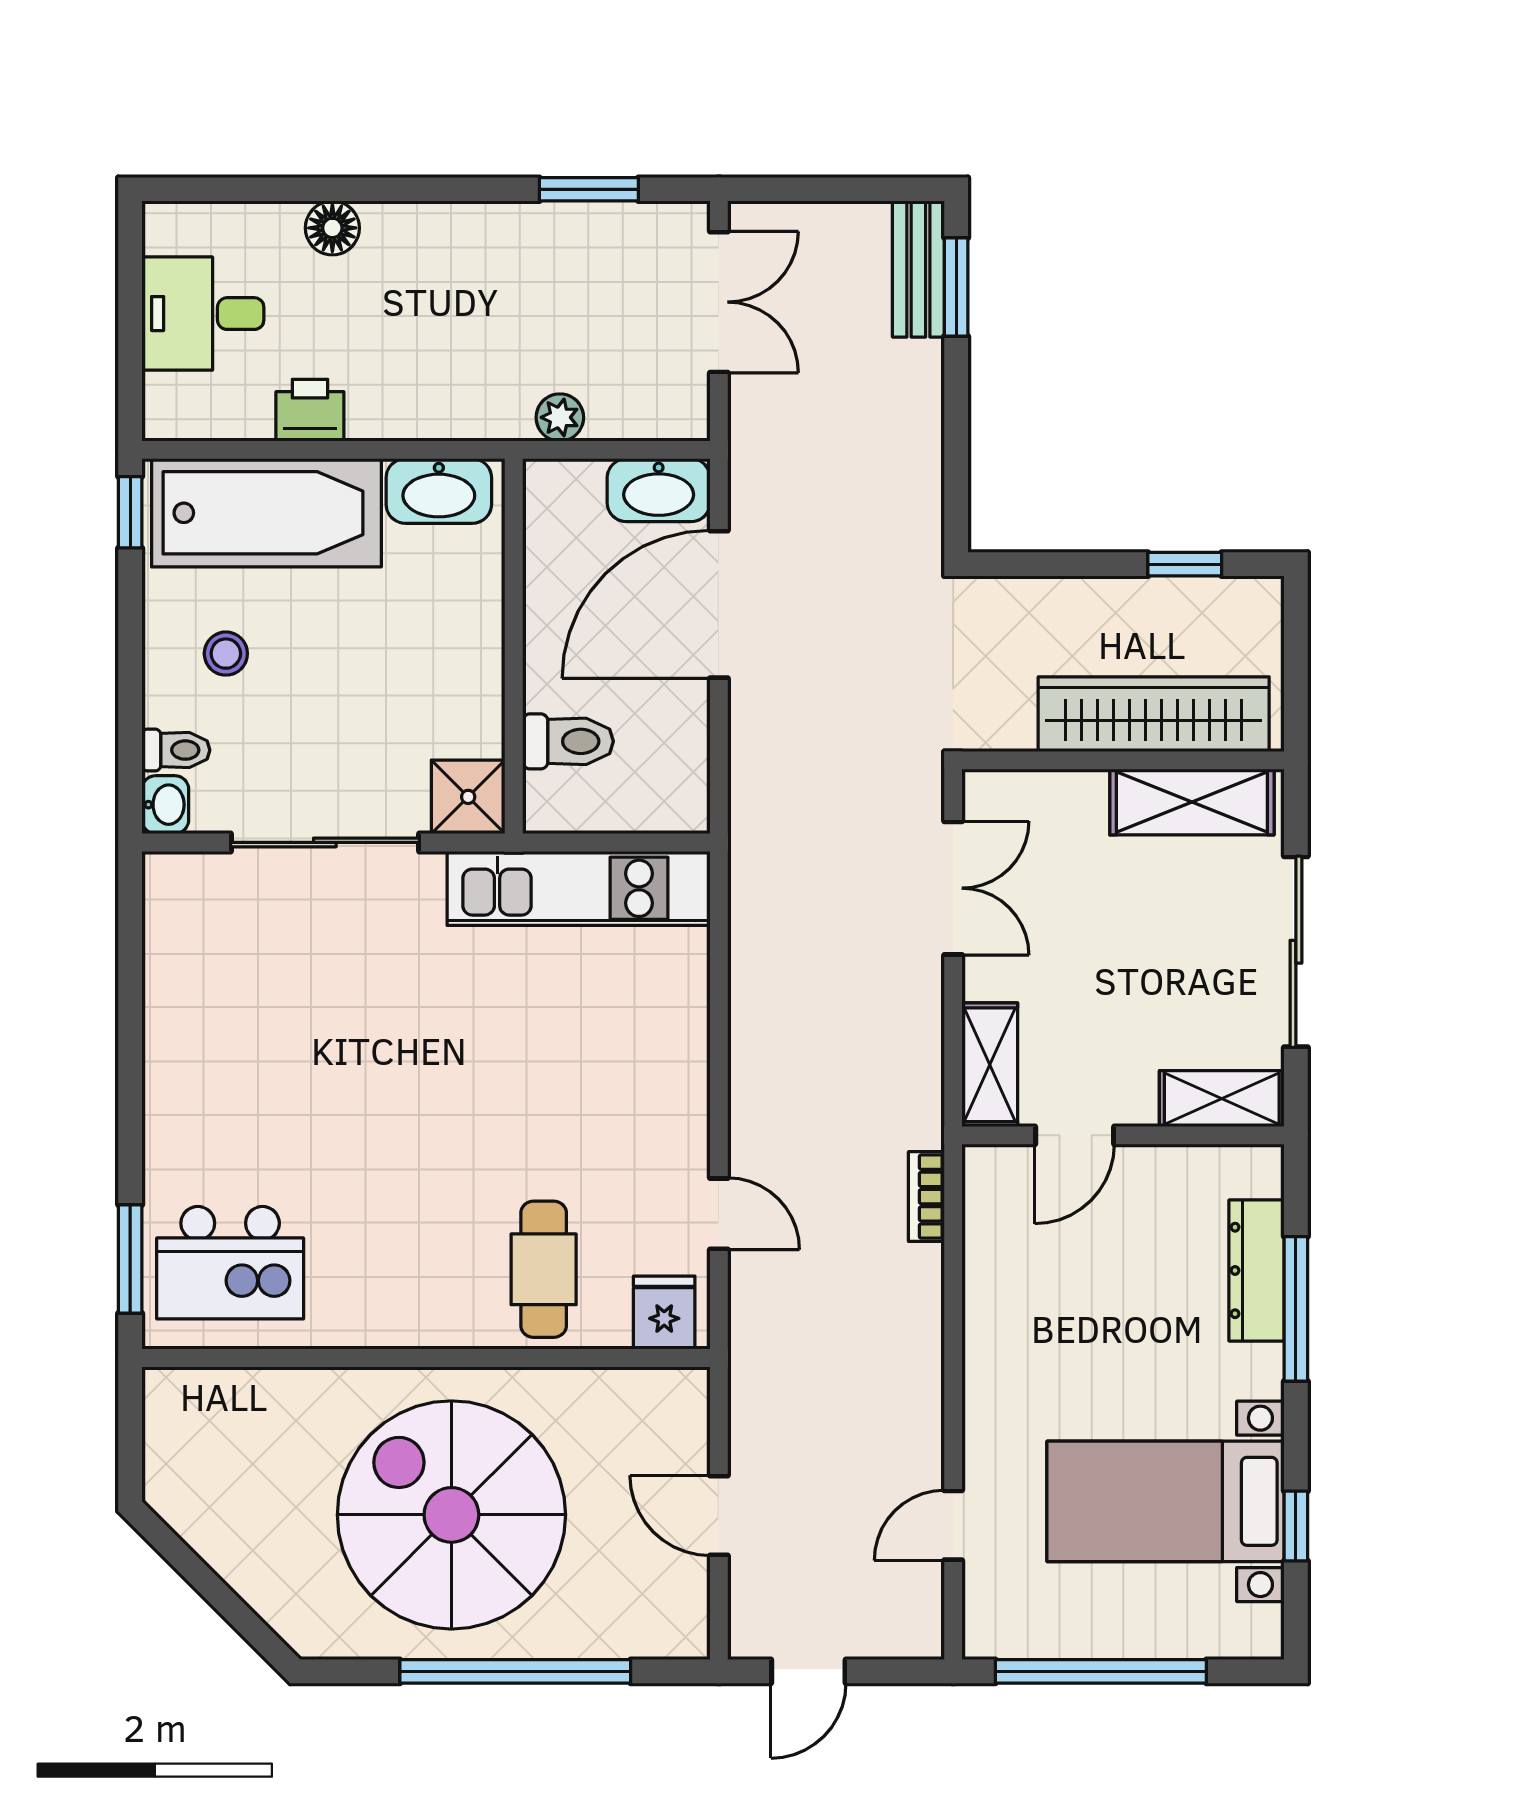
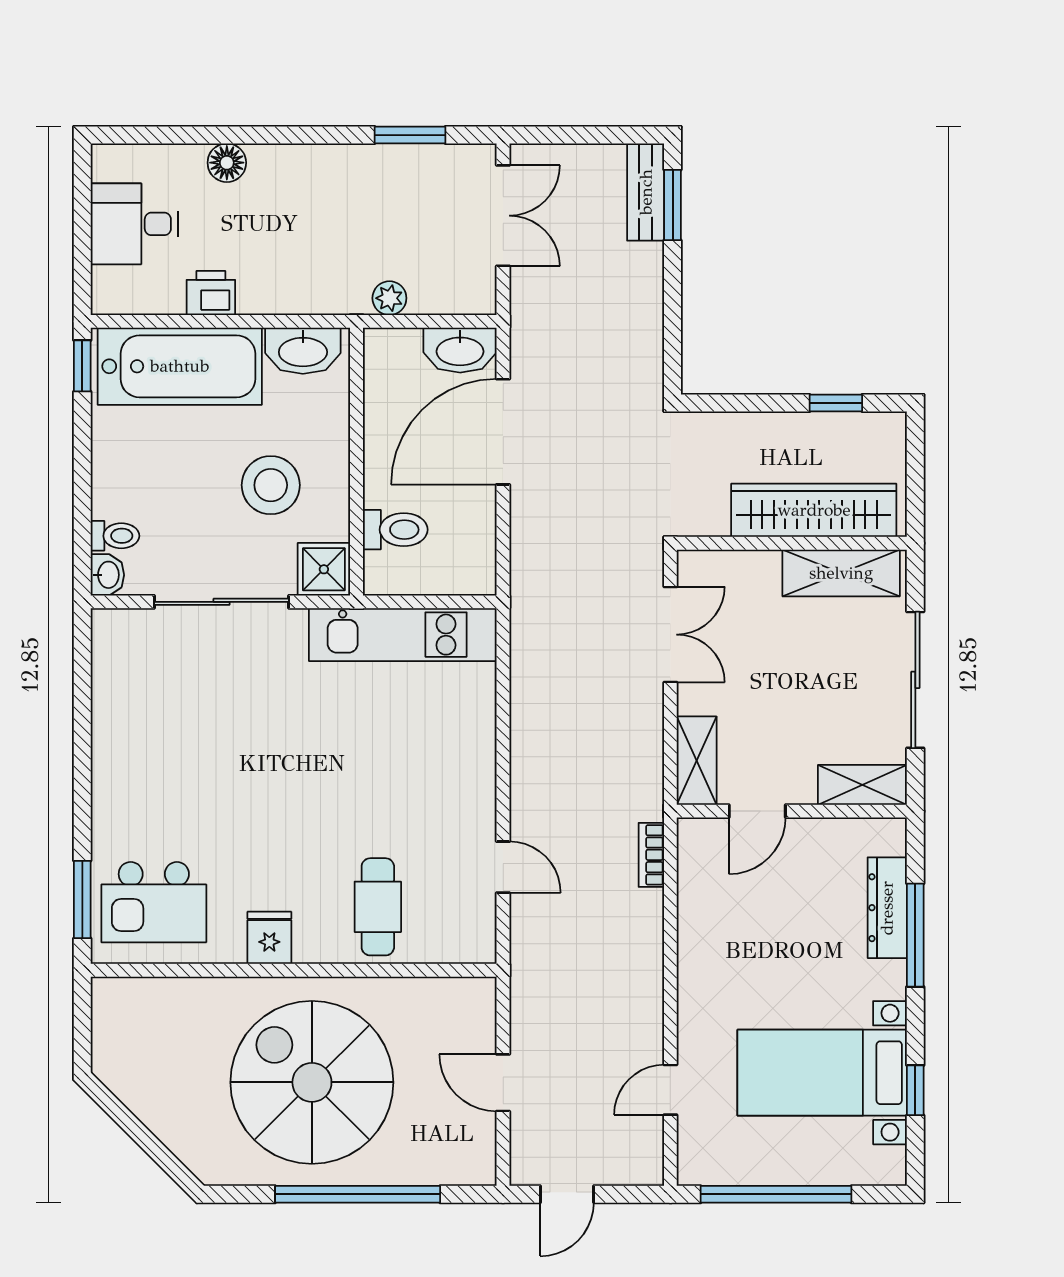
stool: (226, 654) -> (271, 485), moved, width x1.89, depth x1.89
fridge: (664, 1313) -> (269, 938), moved

